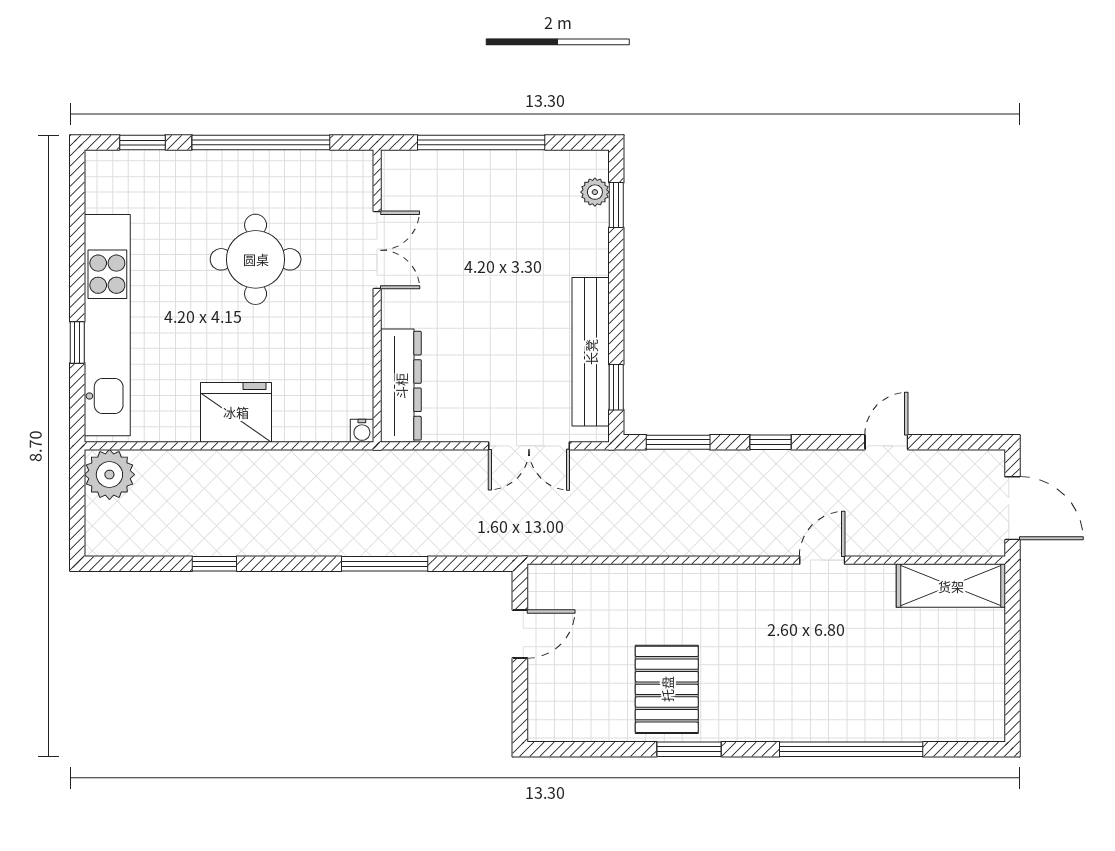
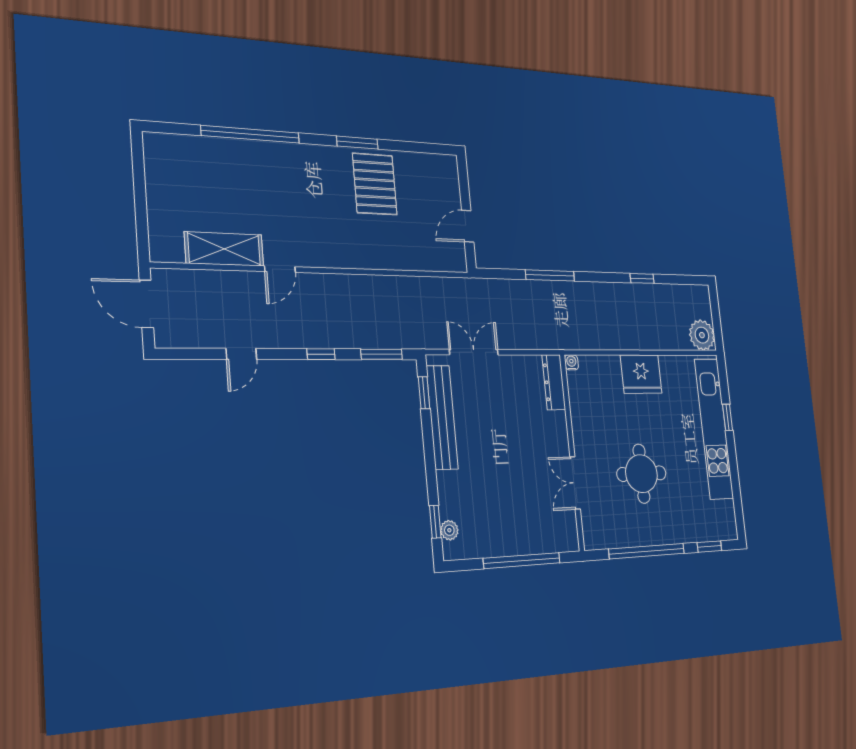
dresser: (401, 386) -> (554, 382), width x0.73, depth x0.80
shelving: (951, 586) -> (224, 249), moved

